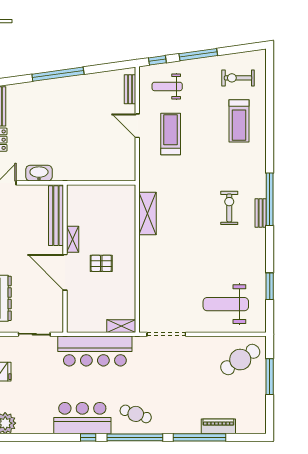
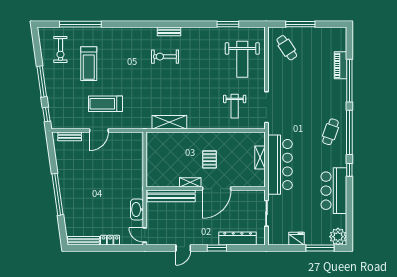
weight bench: (167, 86) -> (235, 106), moved
treadmill: (239, 121) -> (89, 64), moved, turned 90
window: (270, 199) -> (80, 24), moved
shelving: (121, 326) -> (260, 157), moved
cafe table: (240, 360) -> (287, 48), width x0.73, depth x0.74
bar counter: (82, 418) -> (334, 191), moved

